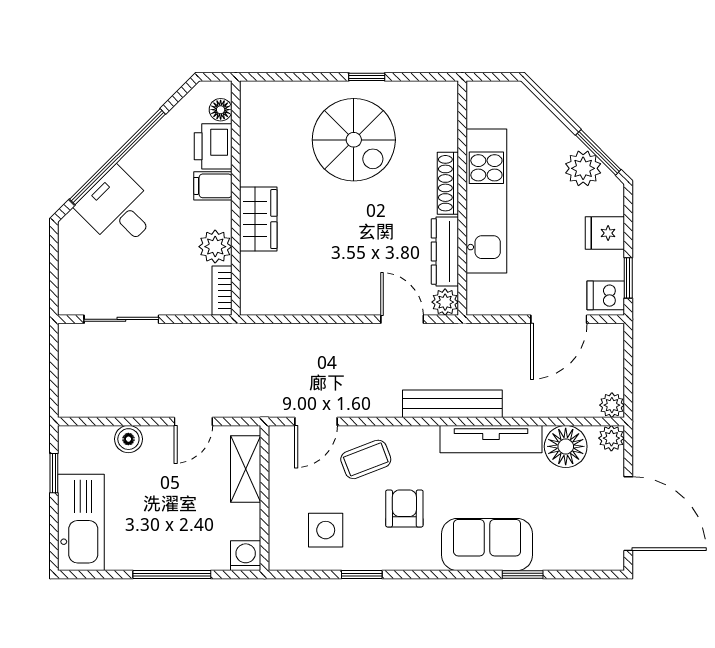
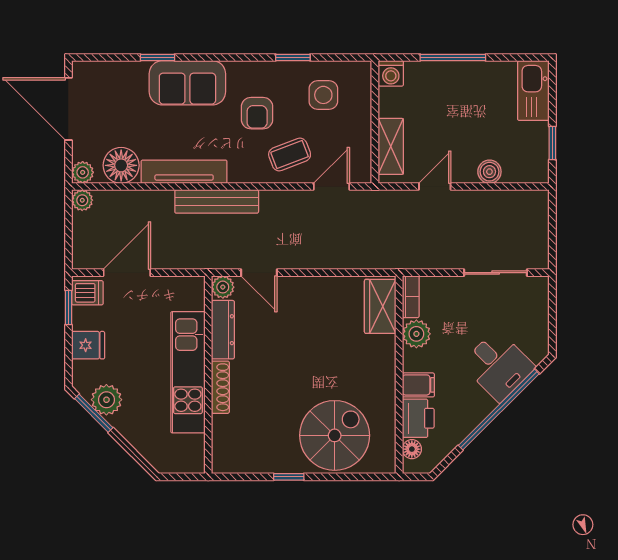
spiral stairs: (354, 140) -> (335, 435), moved, turned 90
wardrobe: (258, 219) -> (380, 306), moved
kitchen sink: (81, 522) -> (533, 91), width x0.73, depth x0.81

